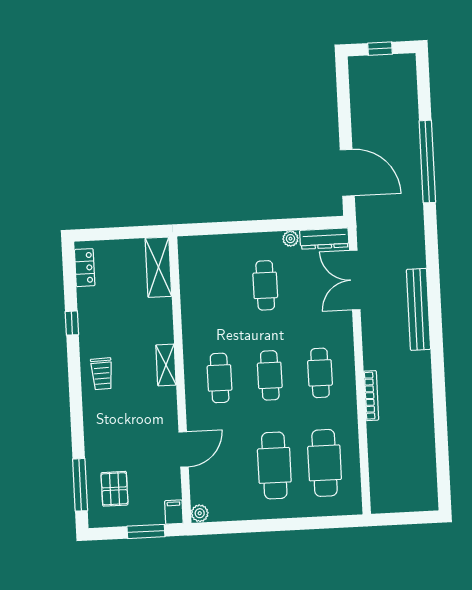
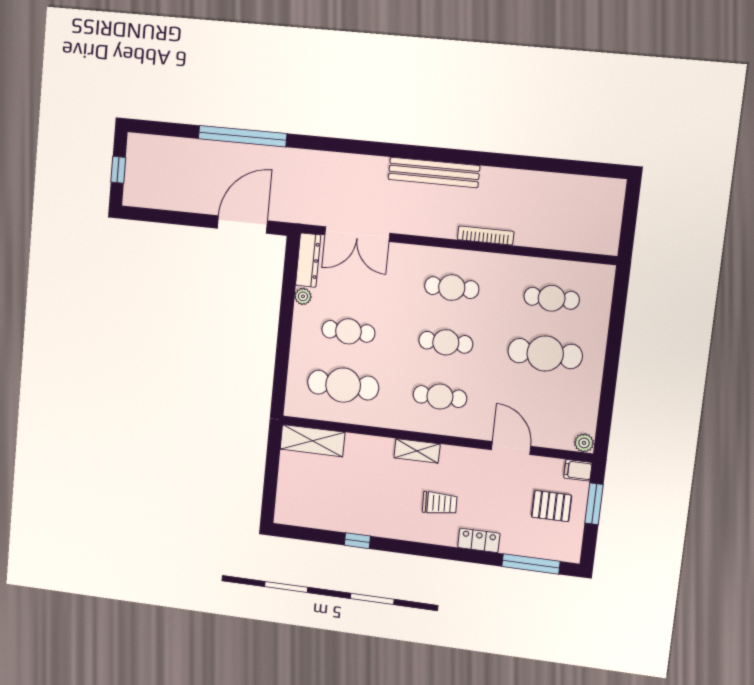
locker: (85, 268) -> (479, 540), moved
cafe table: (215, 288) -> (343, 385), added
bench: (418, 309) -> (434, 172), moved
trolley: (102, 374) -> (440, 503), moved
cafe table: (325, 463) -> (552, 298), width x0.73, depth x0.74
pallet: (115, 489) -> (552, 506), moved

